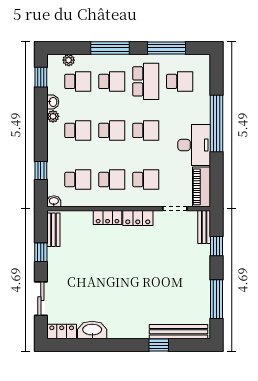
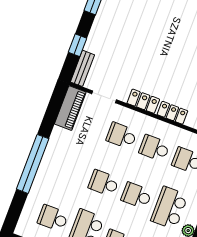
school desk: (78, 130) -> (169, 208), width x1.85
desk: (194, 145) -> (62, 151), removed

